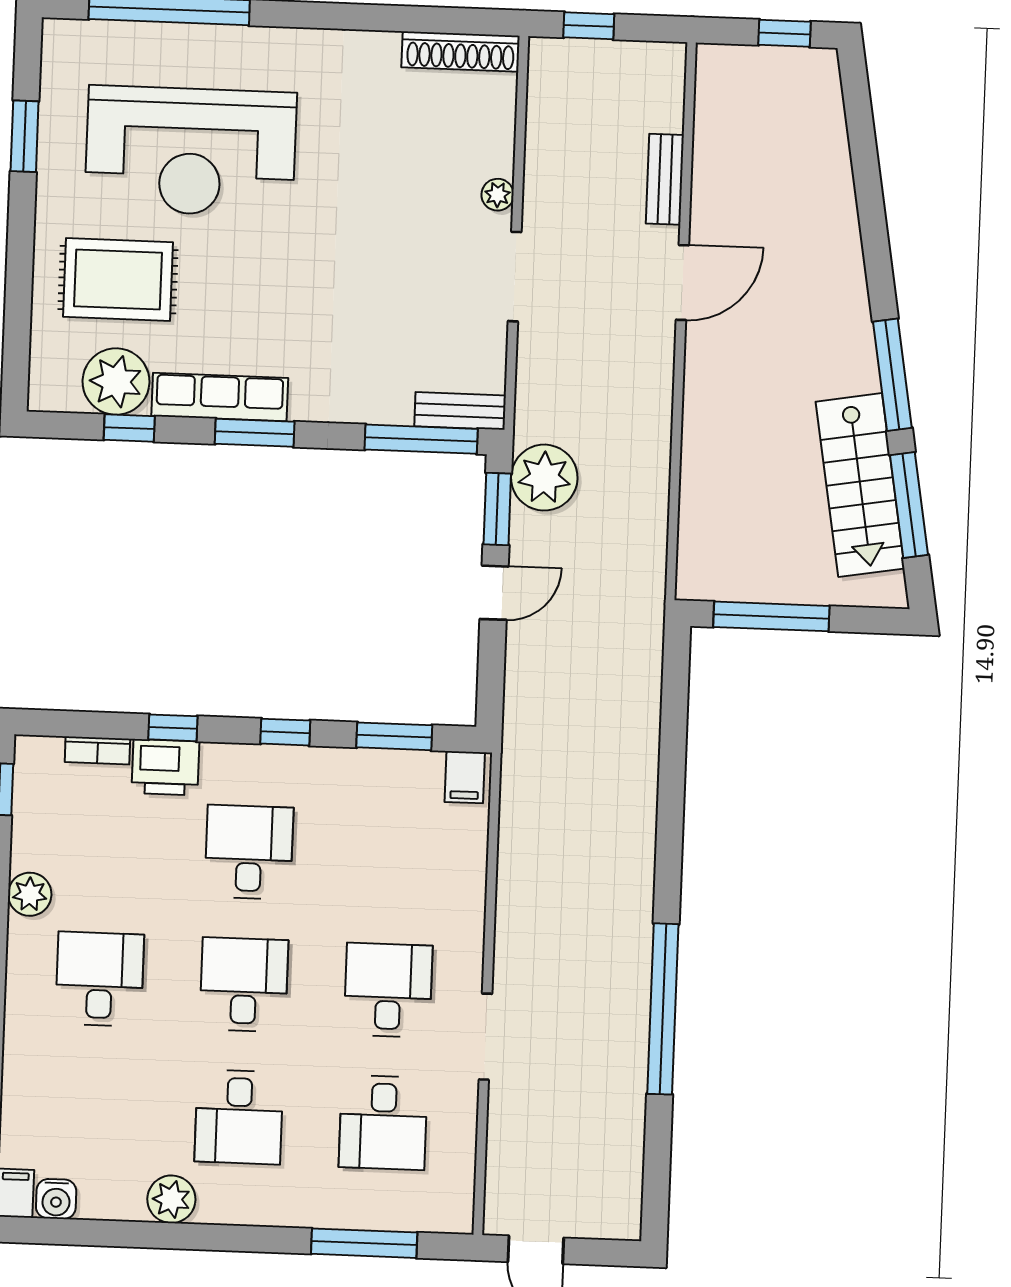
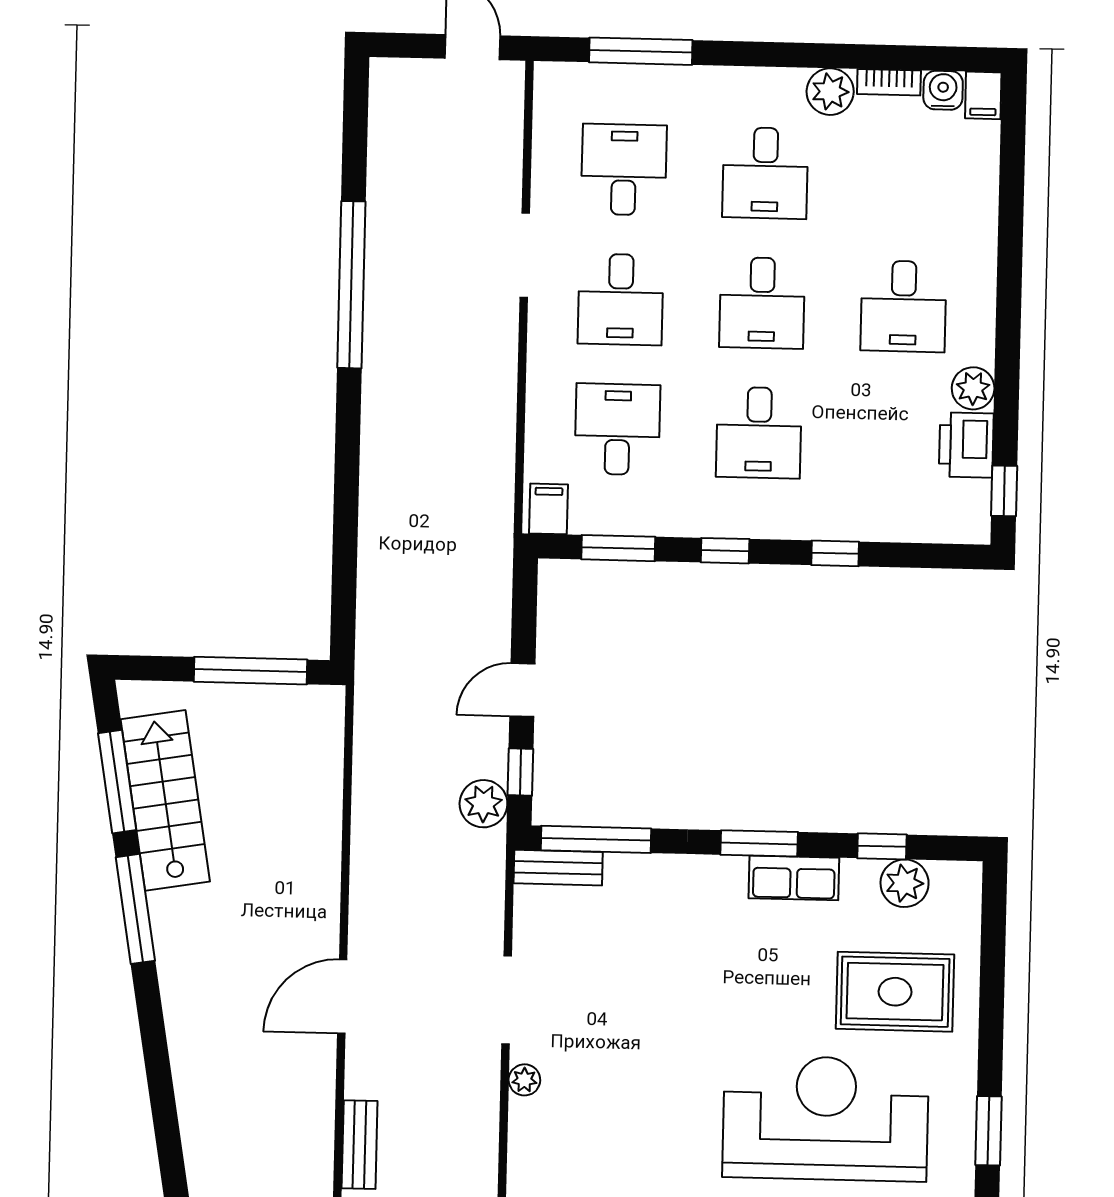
bench: (665, 179) -> (360, 1145), moved
plant: (116, 382) -> (905, 883), width x0.73, depth x0.73
row of seats: (220, 397) -> (794, 878), width x0.68
plant: (544, 478) -> (483, 804), width x0.73, depth x0.73
window: (497, 509) -> (520, 772), width x0.67
bookcase: (97, 750) -> (889, 82), moved, turned 180
printer: (165, 767) -> (966, 445), moved, turned -90
desk: (393, 858) -> (617, 429), added
desk: (239, 1117) -> (765, 173), turned 180

